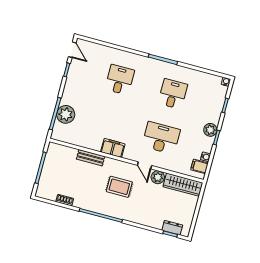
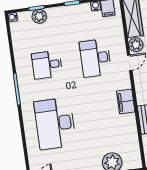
desk: (120, 80) -> (55, 123), width x1.87, depth x1.30
plant: (210, 130) -> (39, 16), moved

